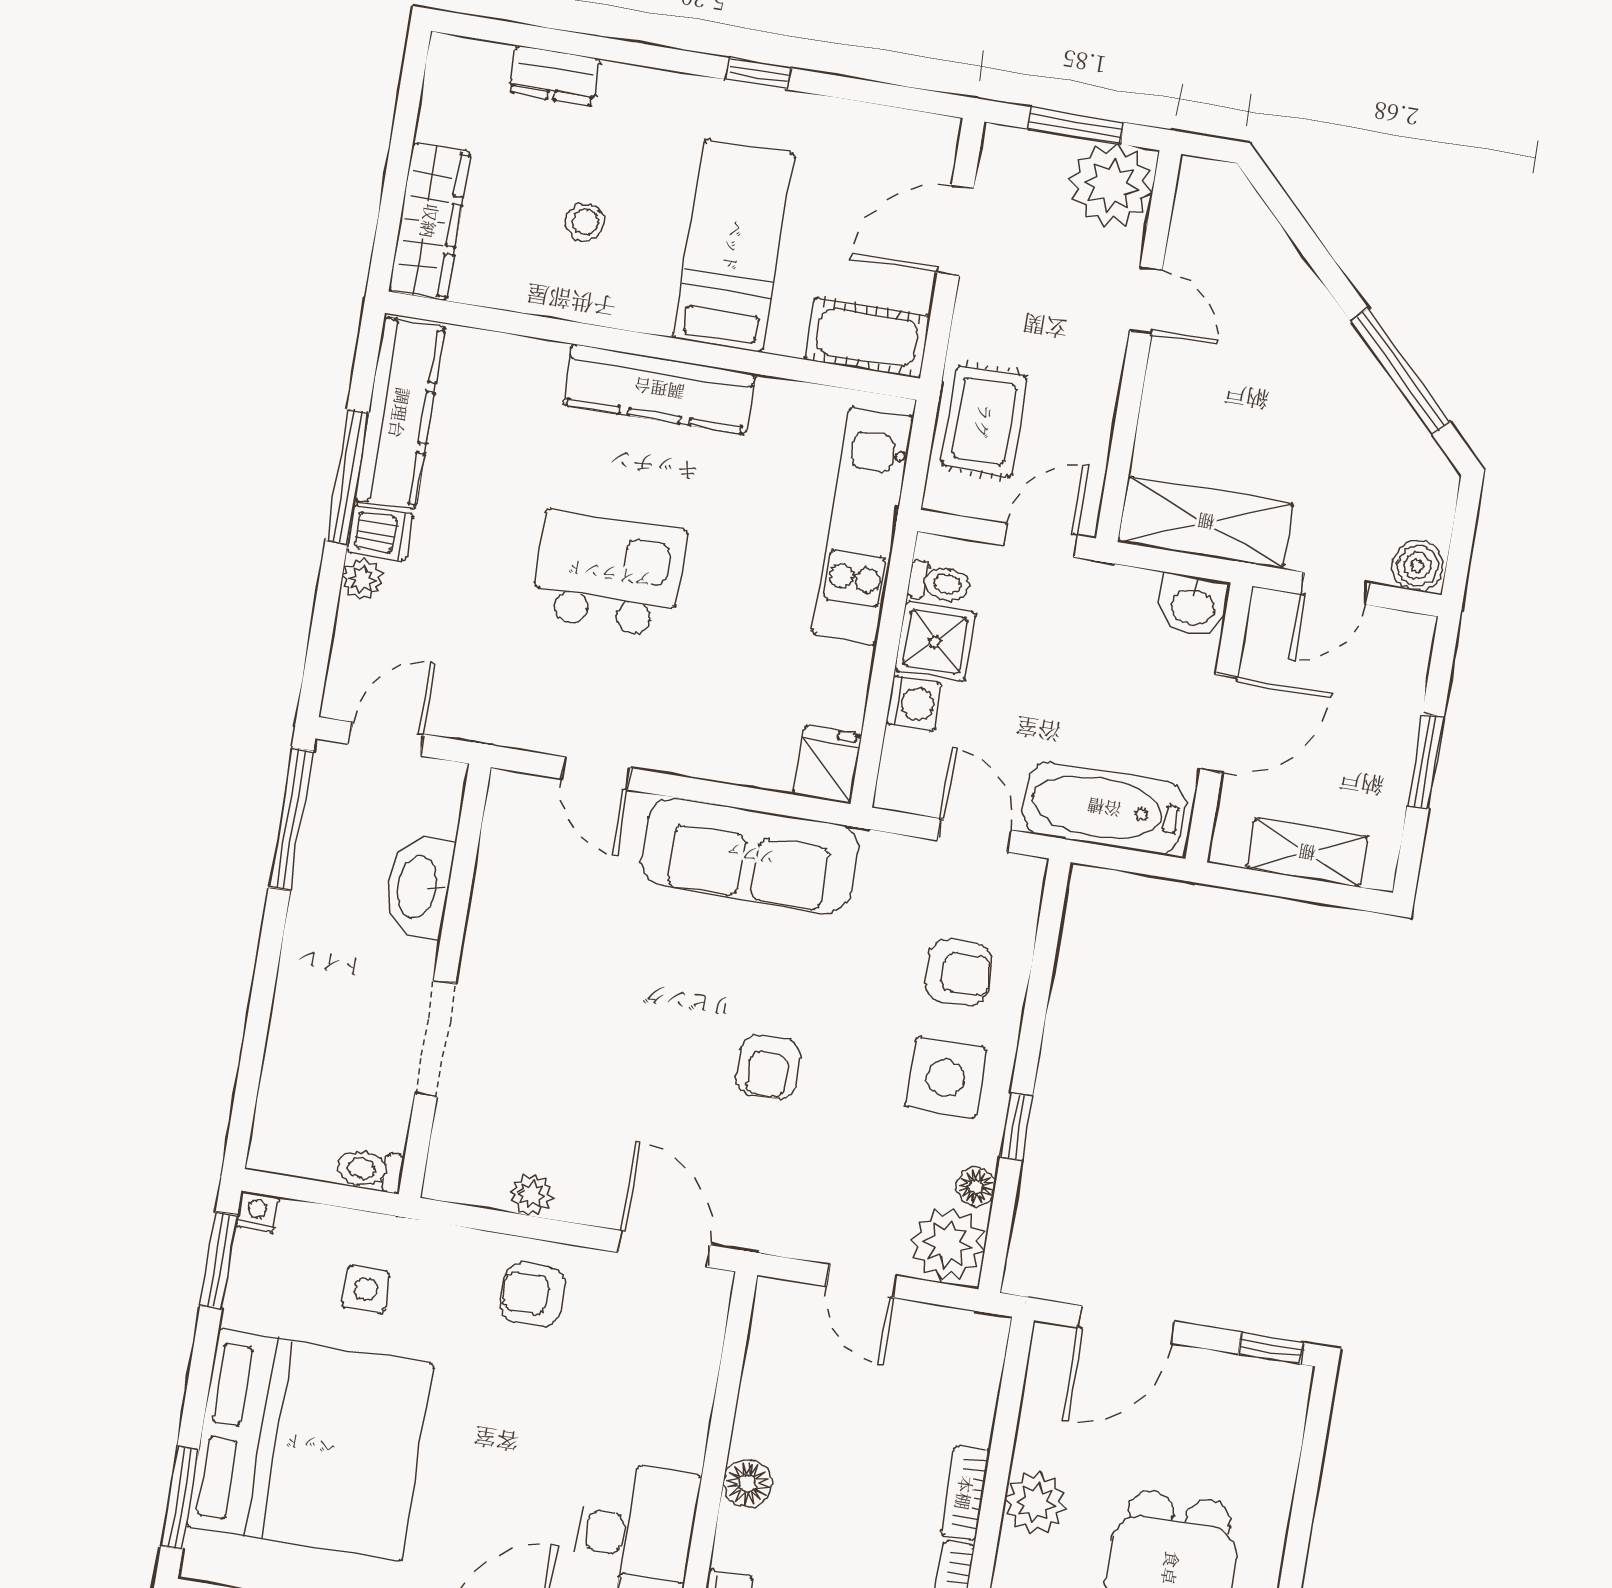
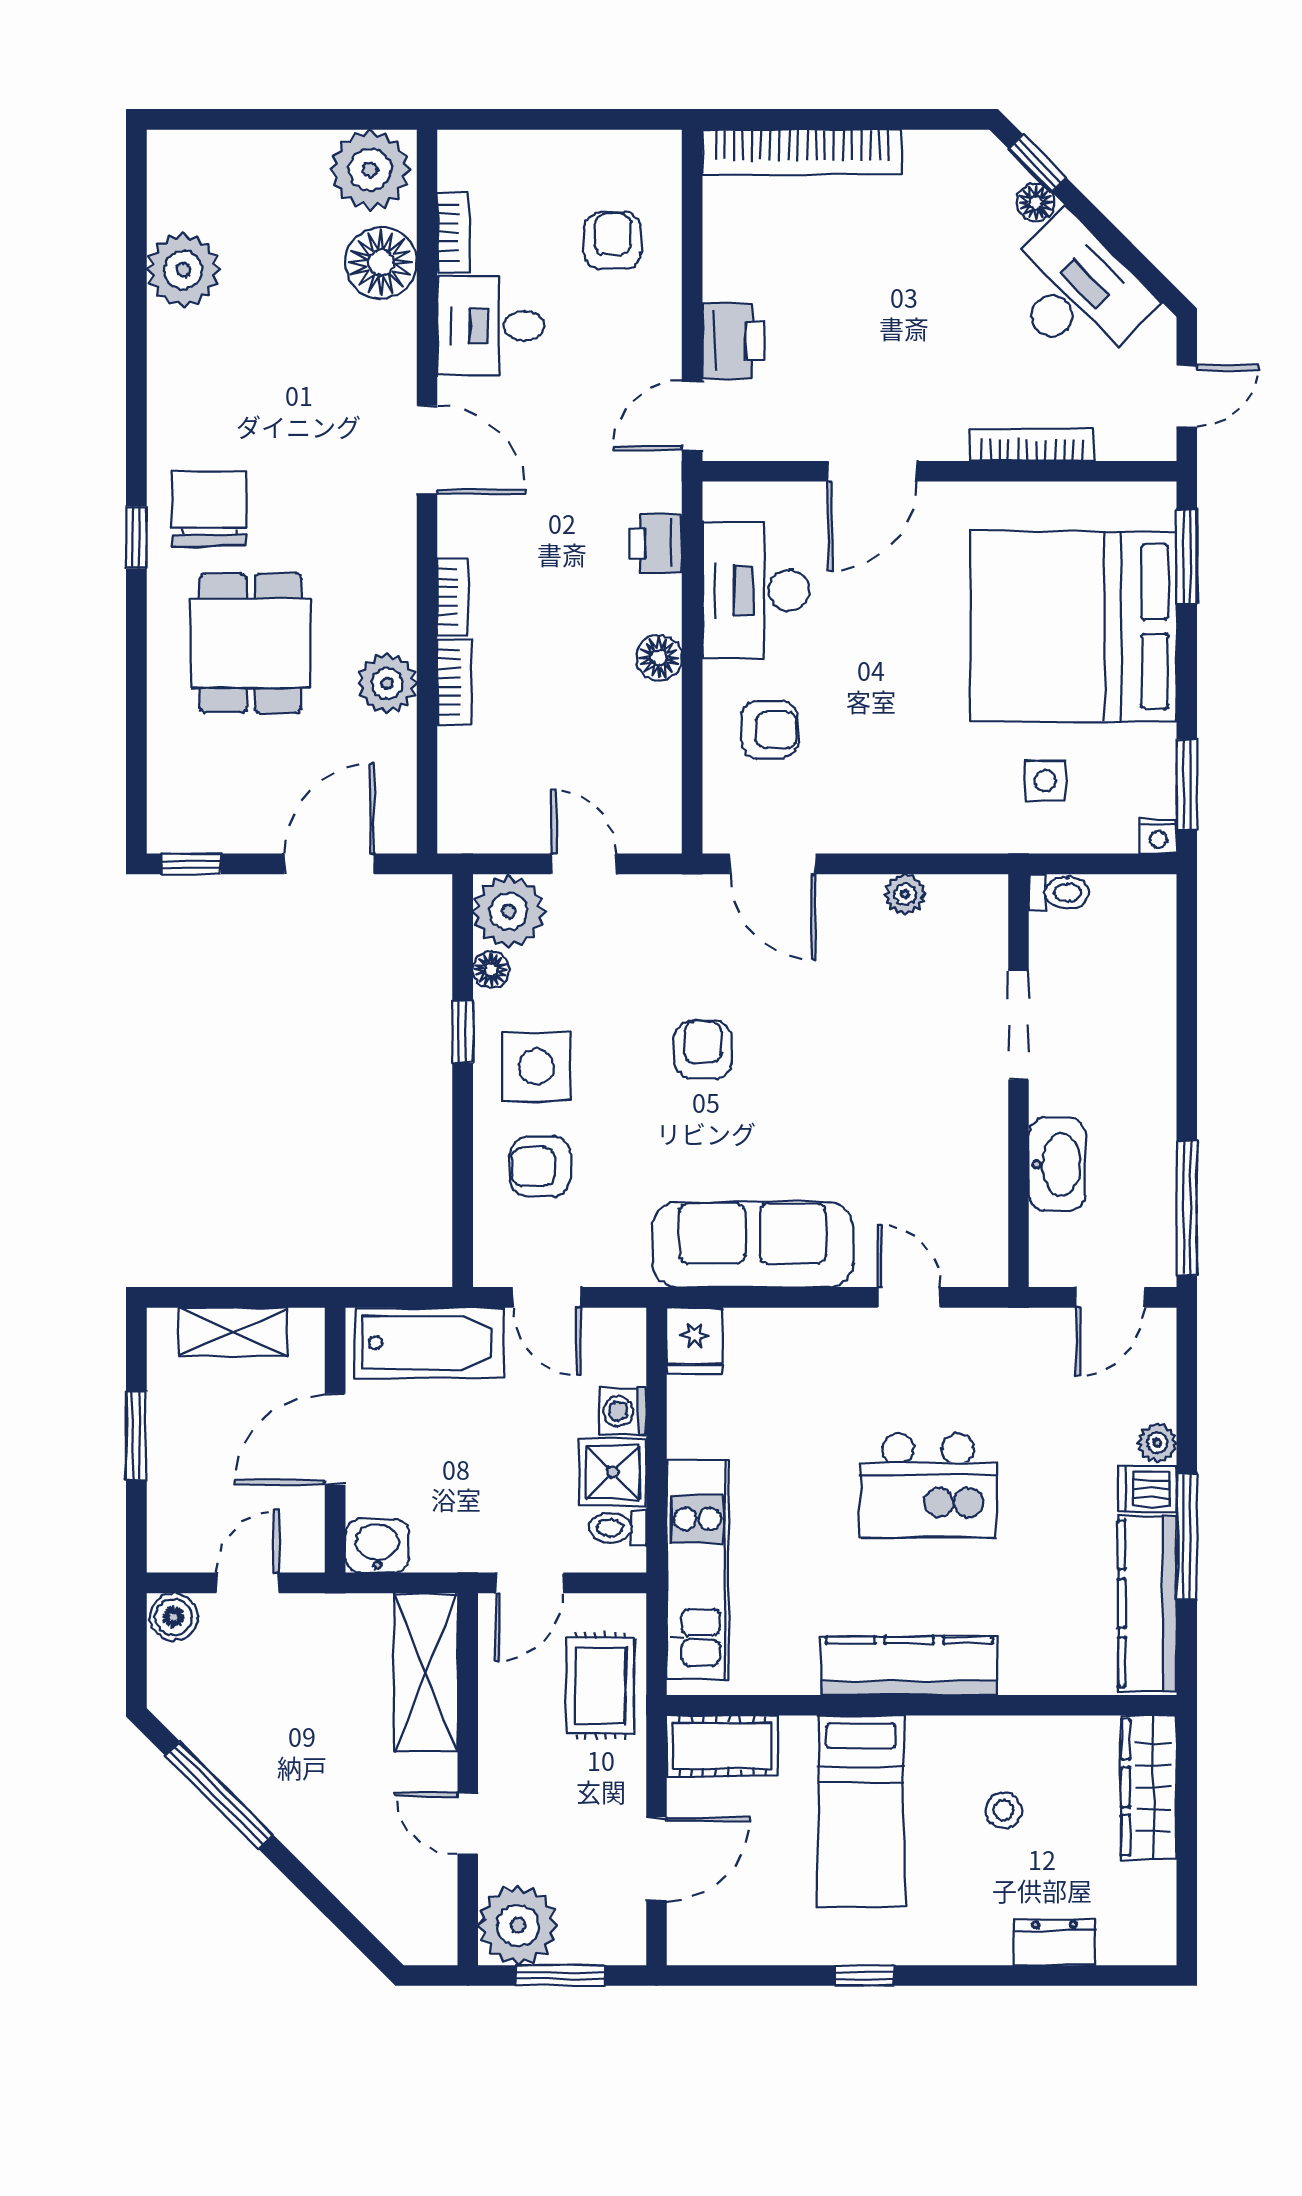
shelving: (1206, 522) -> (426, 1672), moved, turned 90
armchair: (533, 1294) -> (769, 730), moved

